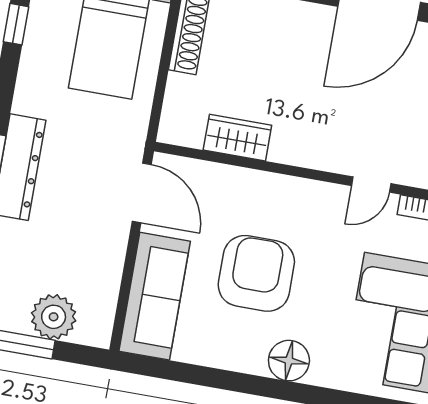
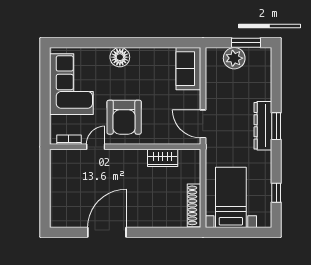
armchair: (256, 273) -> (124, 117), moved
sofa: (155, 296) -> (188, 69), width x0.73

